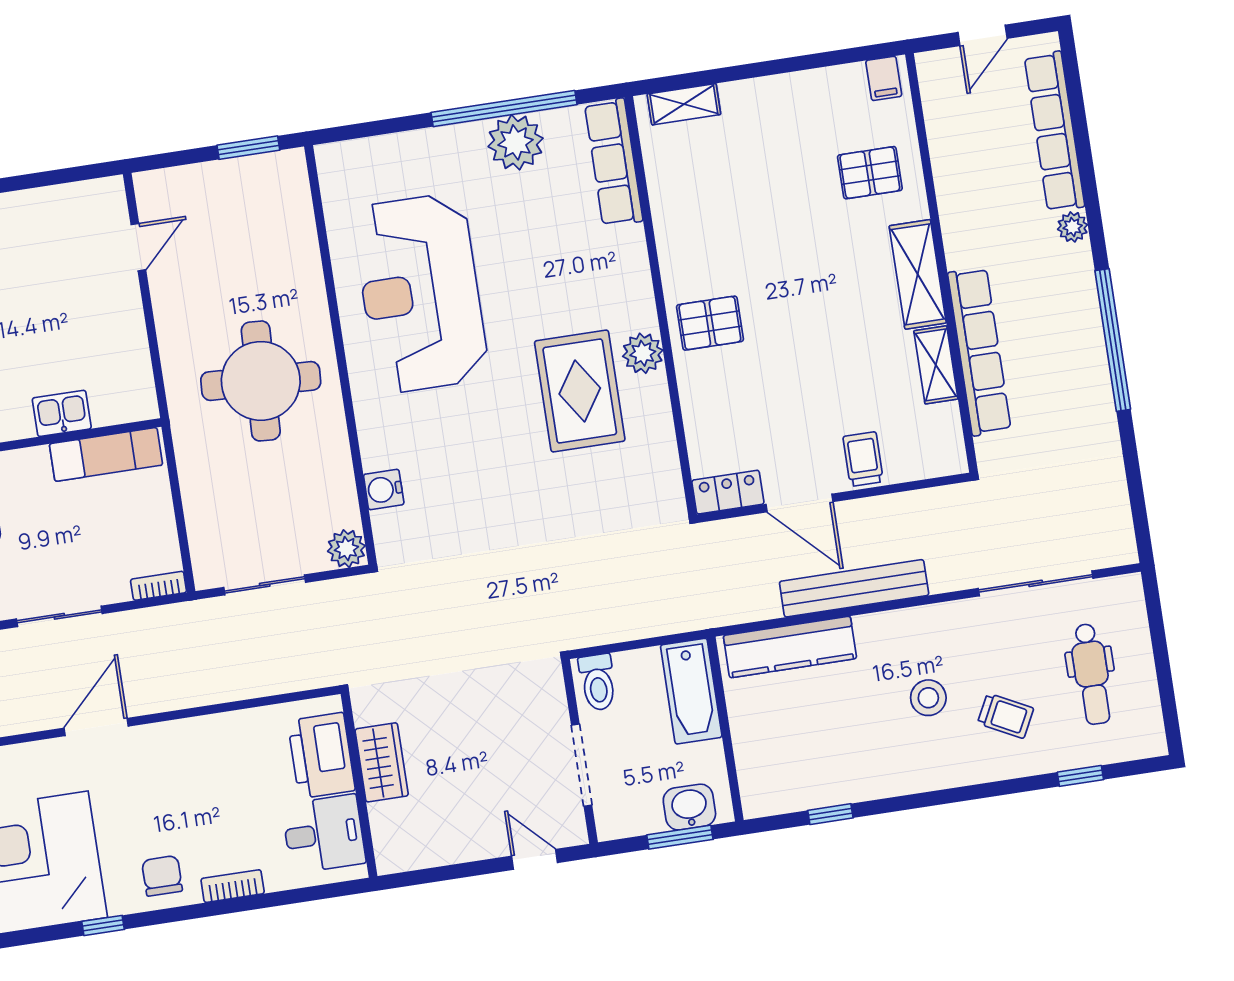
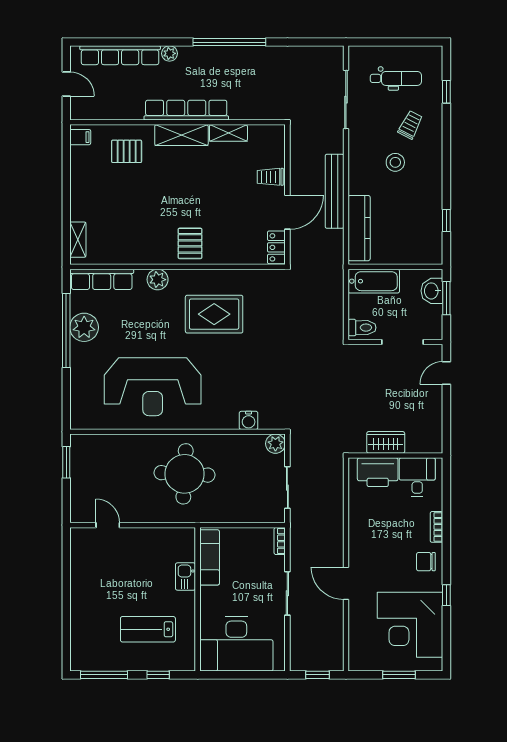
pallet: (870, 173) -> (127, 151), turned 90
row of seats: (979, 352) -> (186, 110), moved
plant: (643, 353) -> (158, 280), moved

